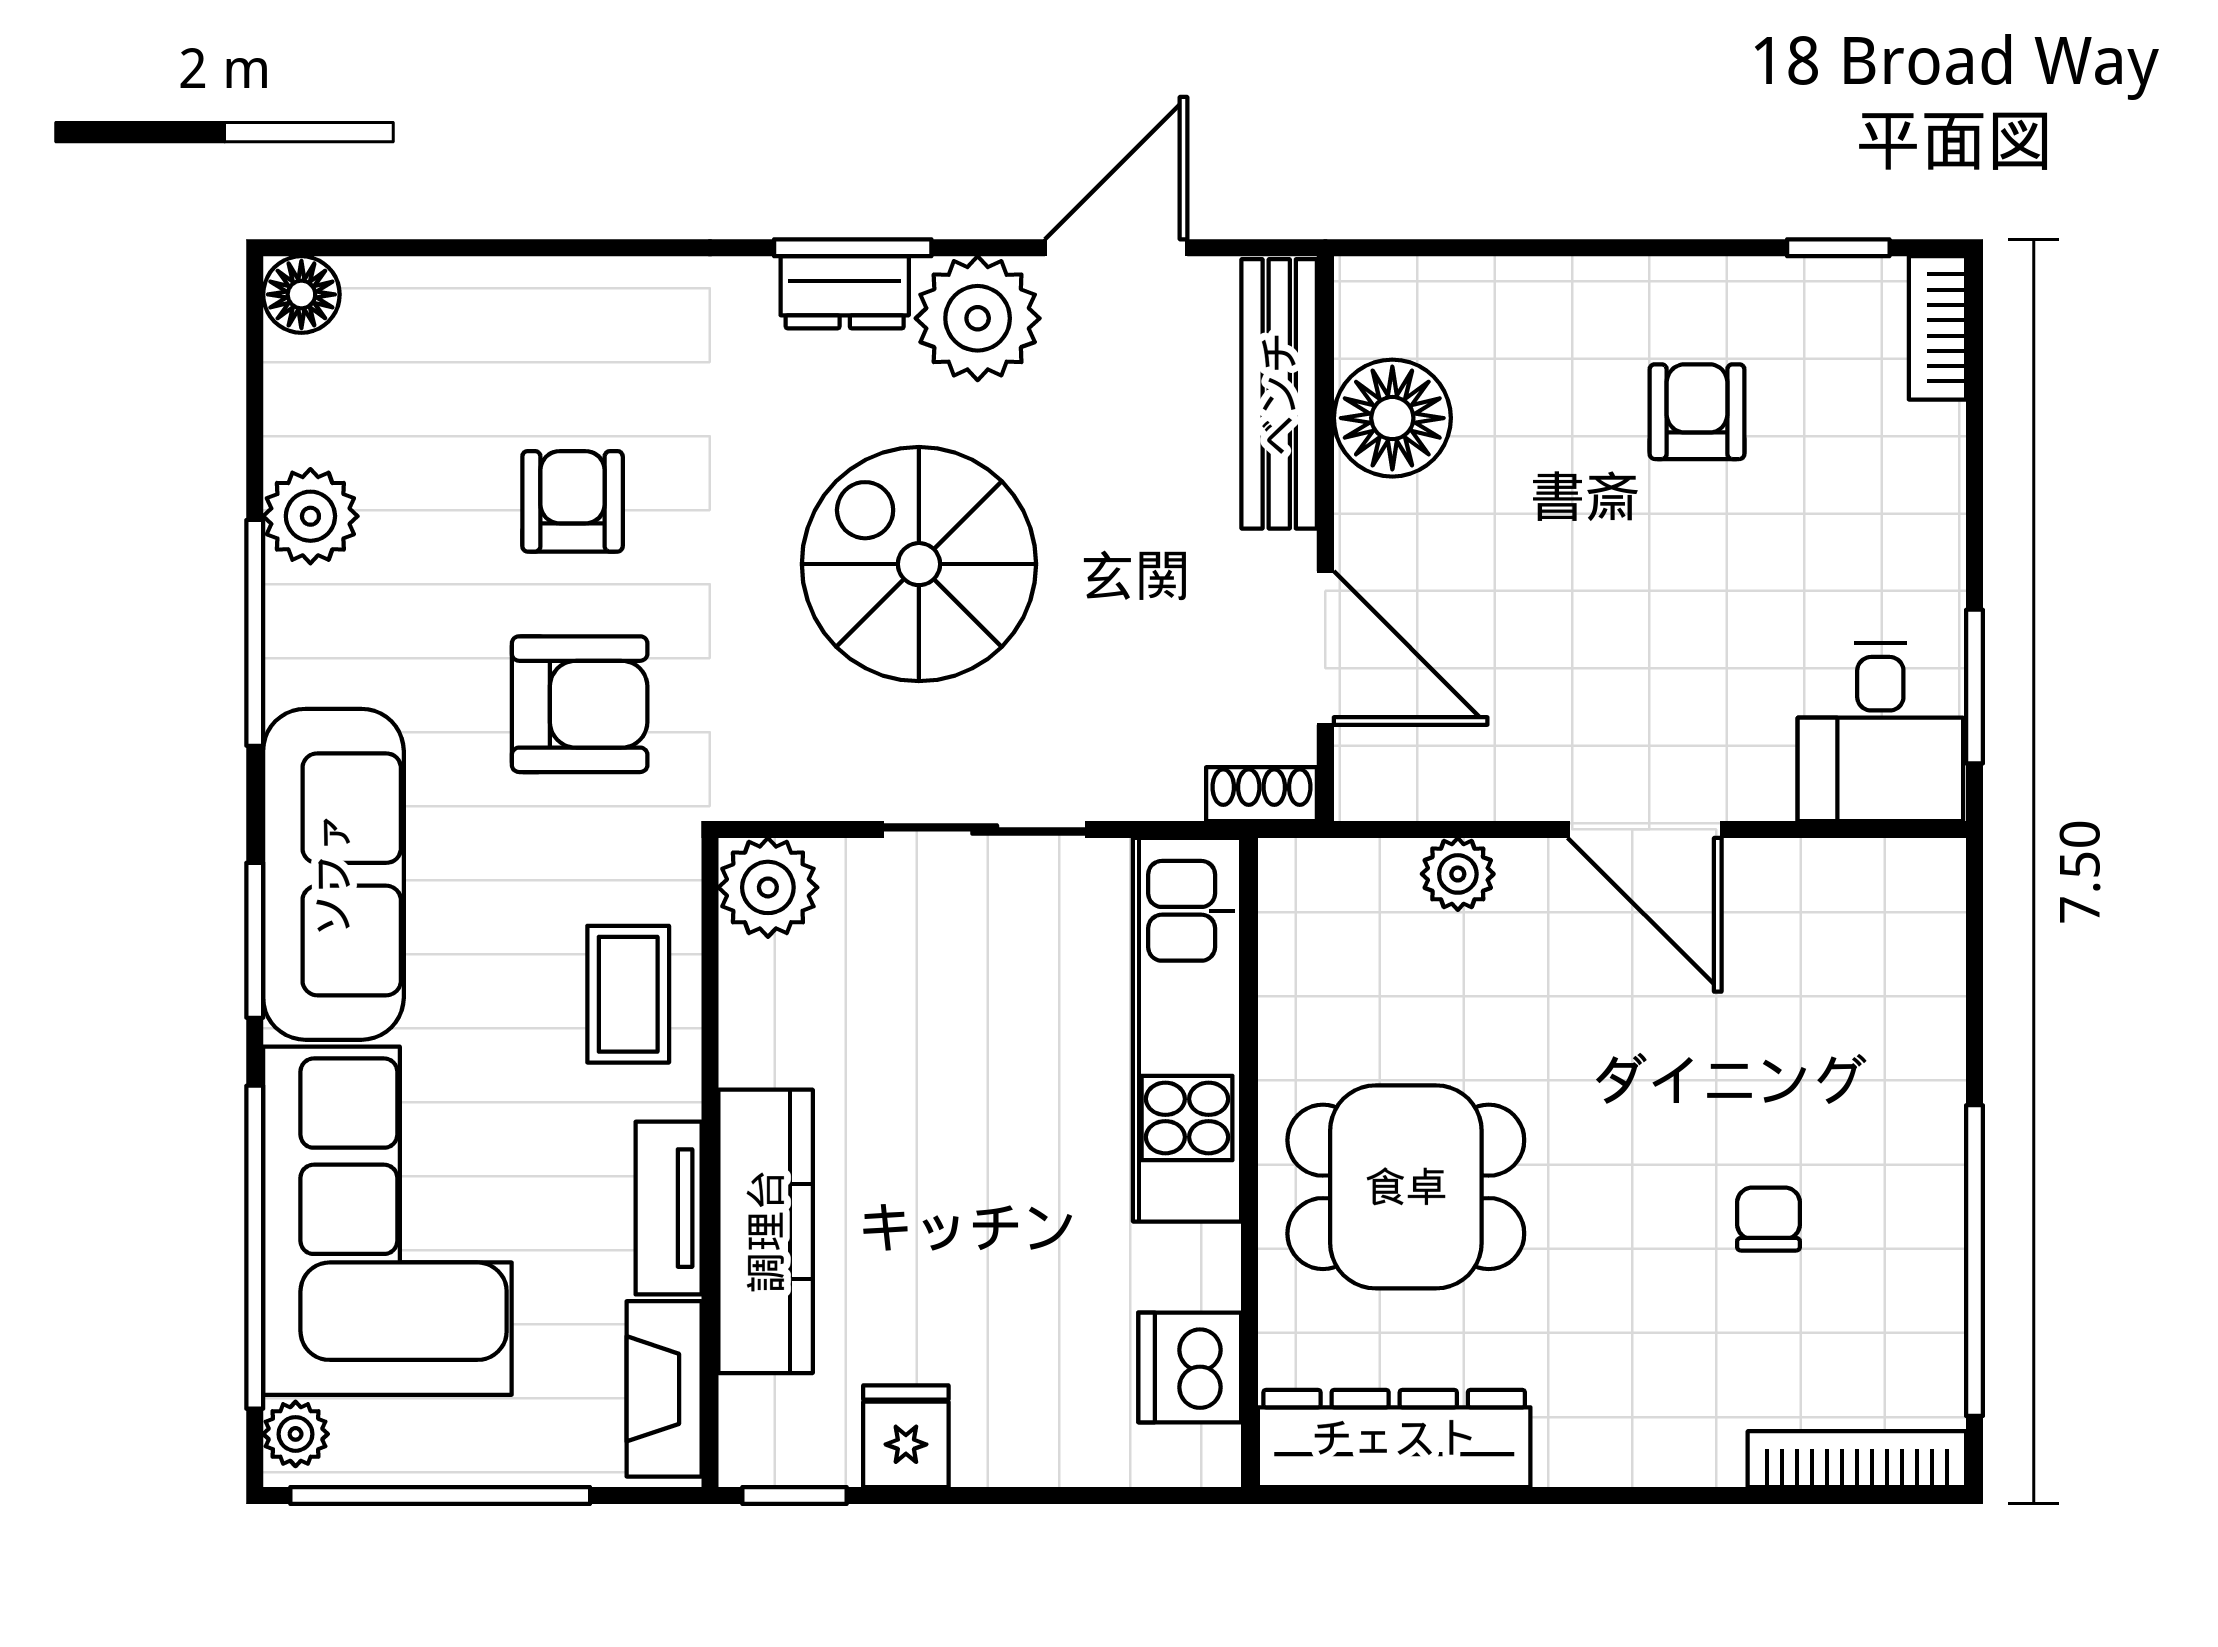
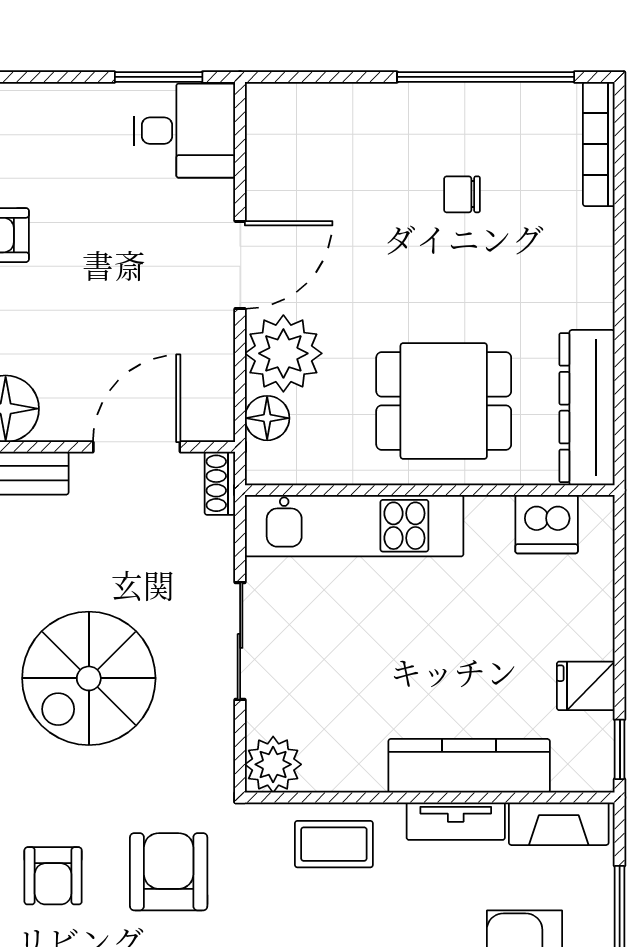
armchair: (573, 501) -> (53, 876), turned -90
plant: (1458, 874) -> (283, 353), width x1.88, depth x1.88
floor lamp: (1376, 877) -> (267, 418), added
dining table: (1406, 1187) -> (444, 401), turned 90

